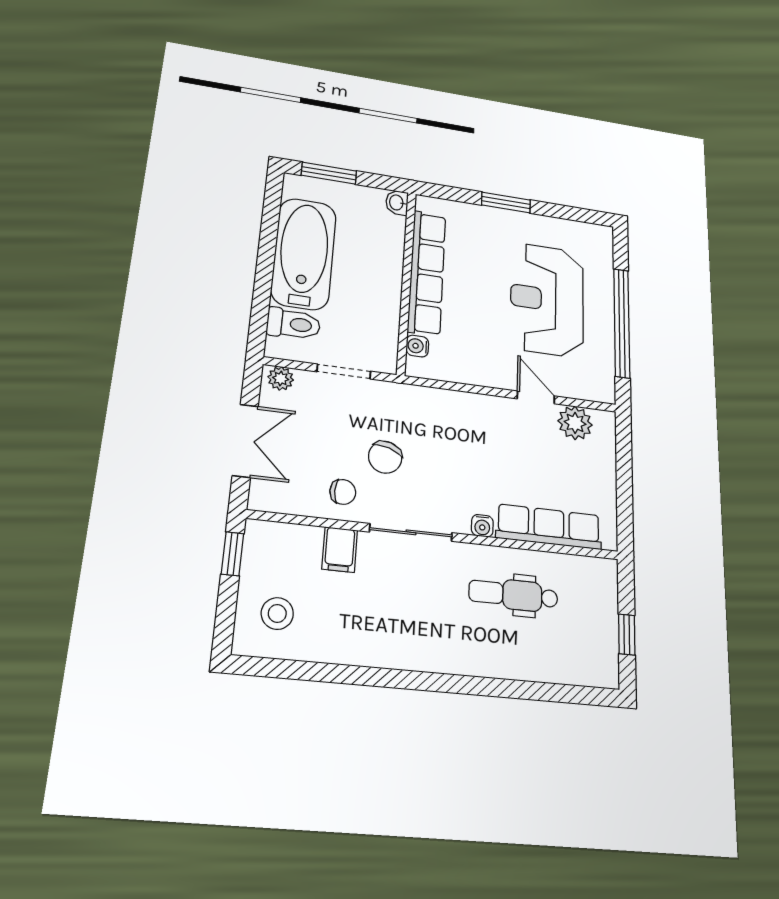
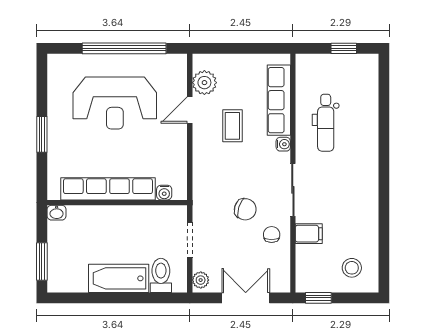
bathtub: (304, 254) -> (119, 278), width x0.73, depth x0.73
coffee table: (512, 454) -> (232, 126), added

